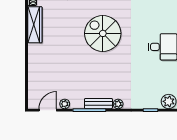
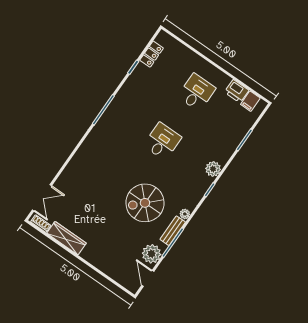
spiral stairs: (103, 33) -> (145, 203), moved
plant: (65, 104) -> (152, 254), width x1.87, depth x1.87

